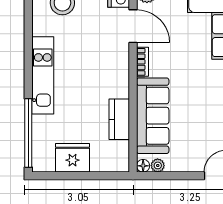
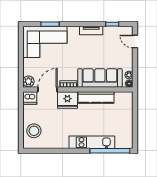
kitchen unit: (43, 75) -> (92, 142), moved
kitchen counter: (119, 119) -> (96, 98), width x1.50
fridge: (73, 158) -> (67, 100), moved, turned -90

